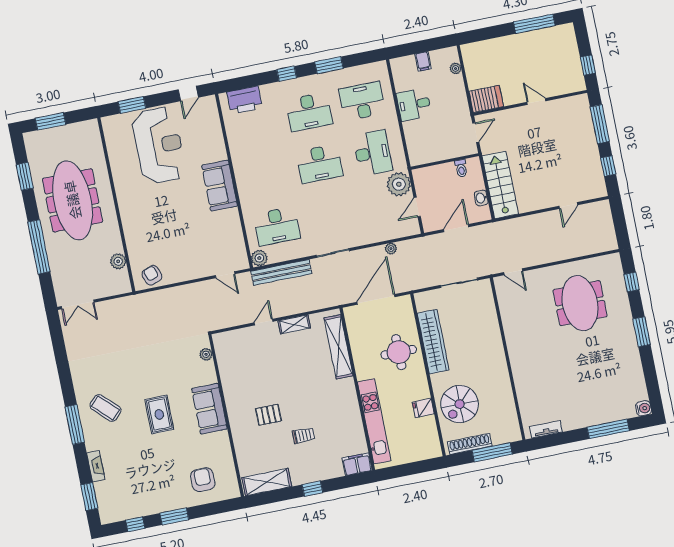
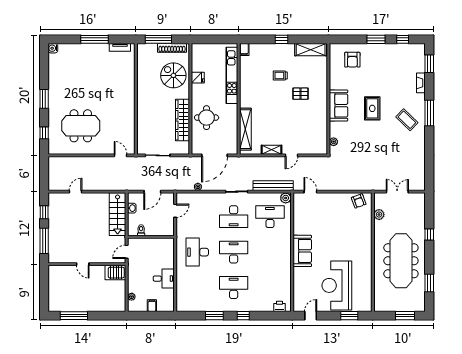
window: (588, 65) -> (44, 281), removed
printer: (245, 100) -> (279, 306), width x0.53, depth x0.68
desk: (362, 101) -> (234, 217), moved
plant: (399, 184) -> (184, 228), removed
window: (39, 247) -> (429, 235), width x0.32
meeting table: (580, 303) -> (81, 126), turned 90
double door: (78, 304) -> (397, 192), moved
spiral stairs: (460, 404) -> (173, 75), turned -90
window: (608, 429) -> (94, 39), moved
filing cabinet: (357, 464) -> (244, 49), width x0.50

